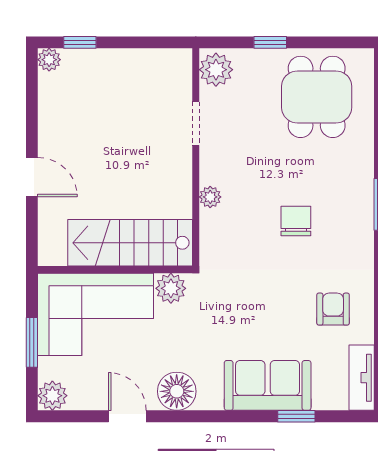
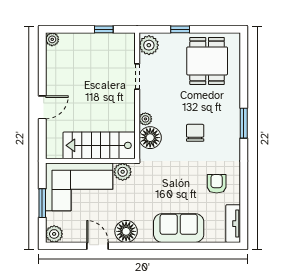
window: (80, 42) -> (104, 29), moved
door: (32, 177) -> (42, 107), hinge flipped
floor lamp: (218, 229) -> (150, 138), added
window: (296, 416) -> (195, 246), removed

